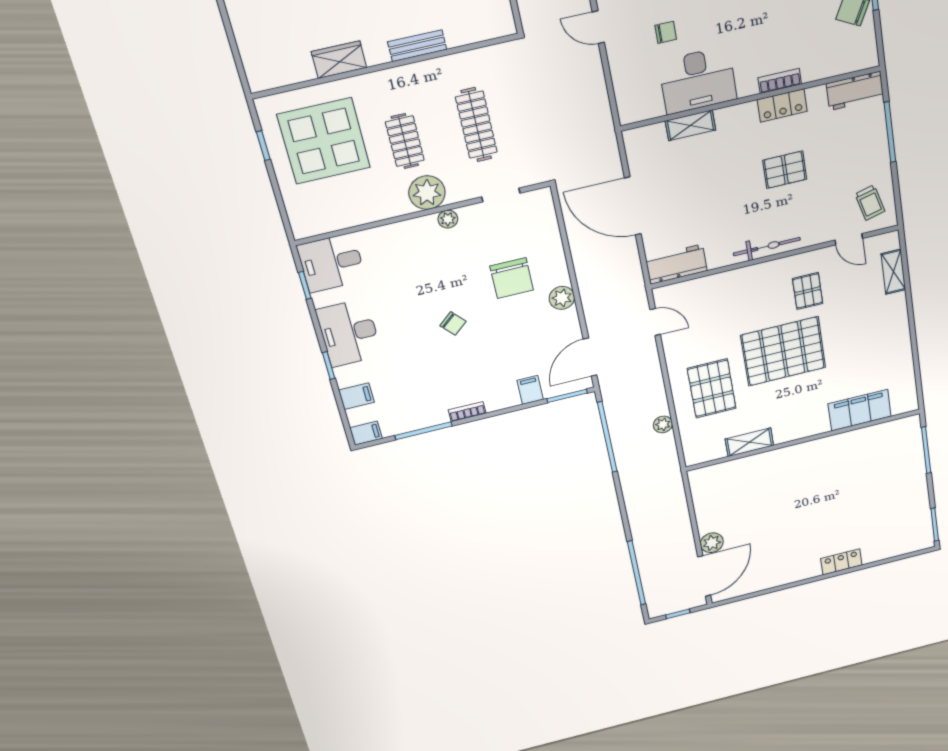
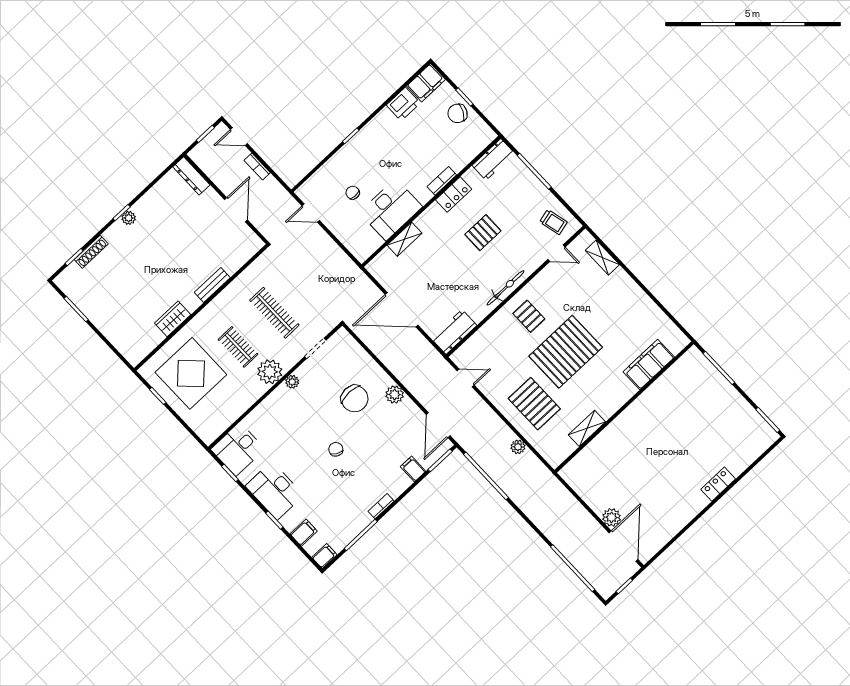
chair: (666, 32) -> (353, 193), turned -90
pallet: (808, 291) -> (529, 316), moved
chair: (453, 324) -> (336, 449), turned -111

